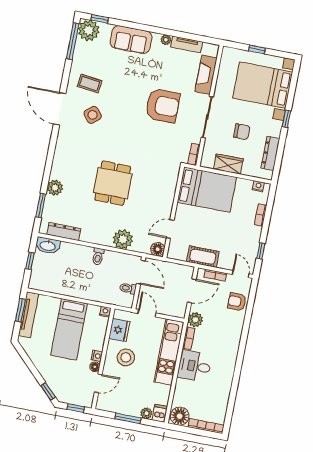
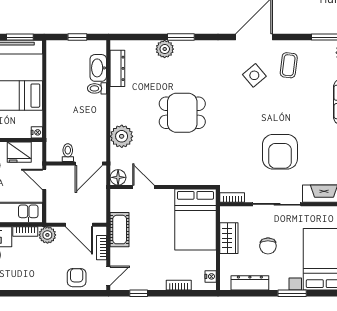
window: (286, 119) -> (292, 293), width x1.50
window: (41, 205) -> (181, 37), moved
washbasin: (48, 246) -> (98, 68), moved
toilet: (98, 256) -> (97, 88), moved
door: (147, 313) -> (44, 179), swing flipped

